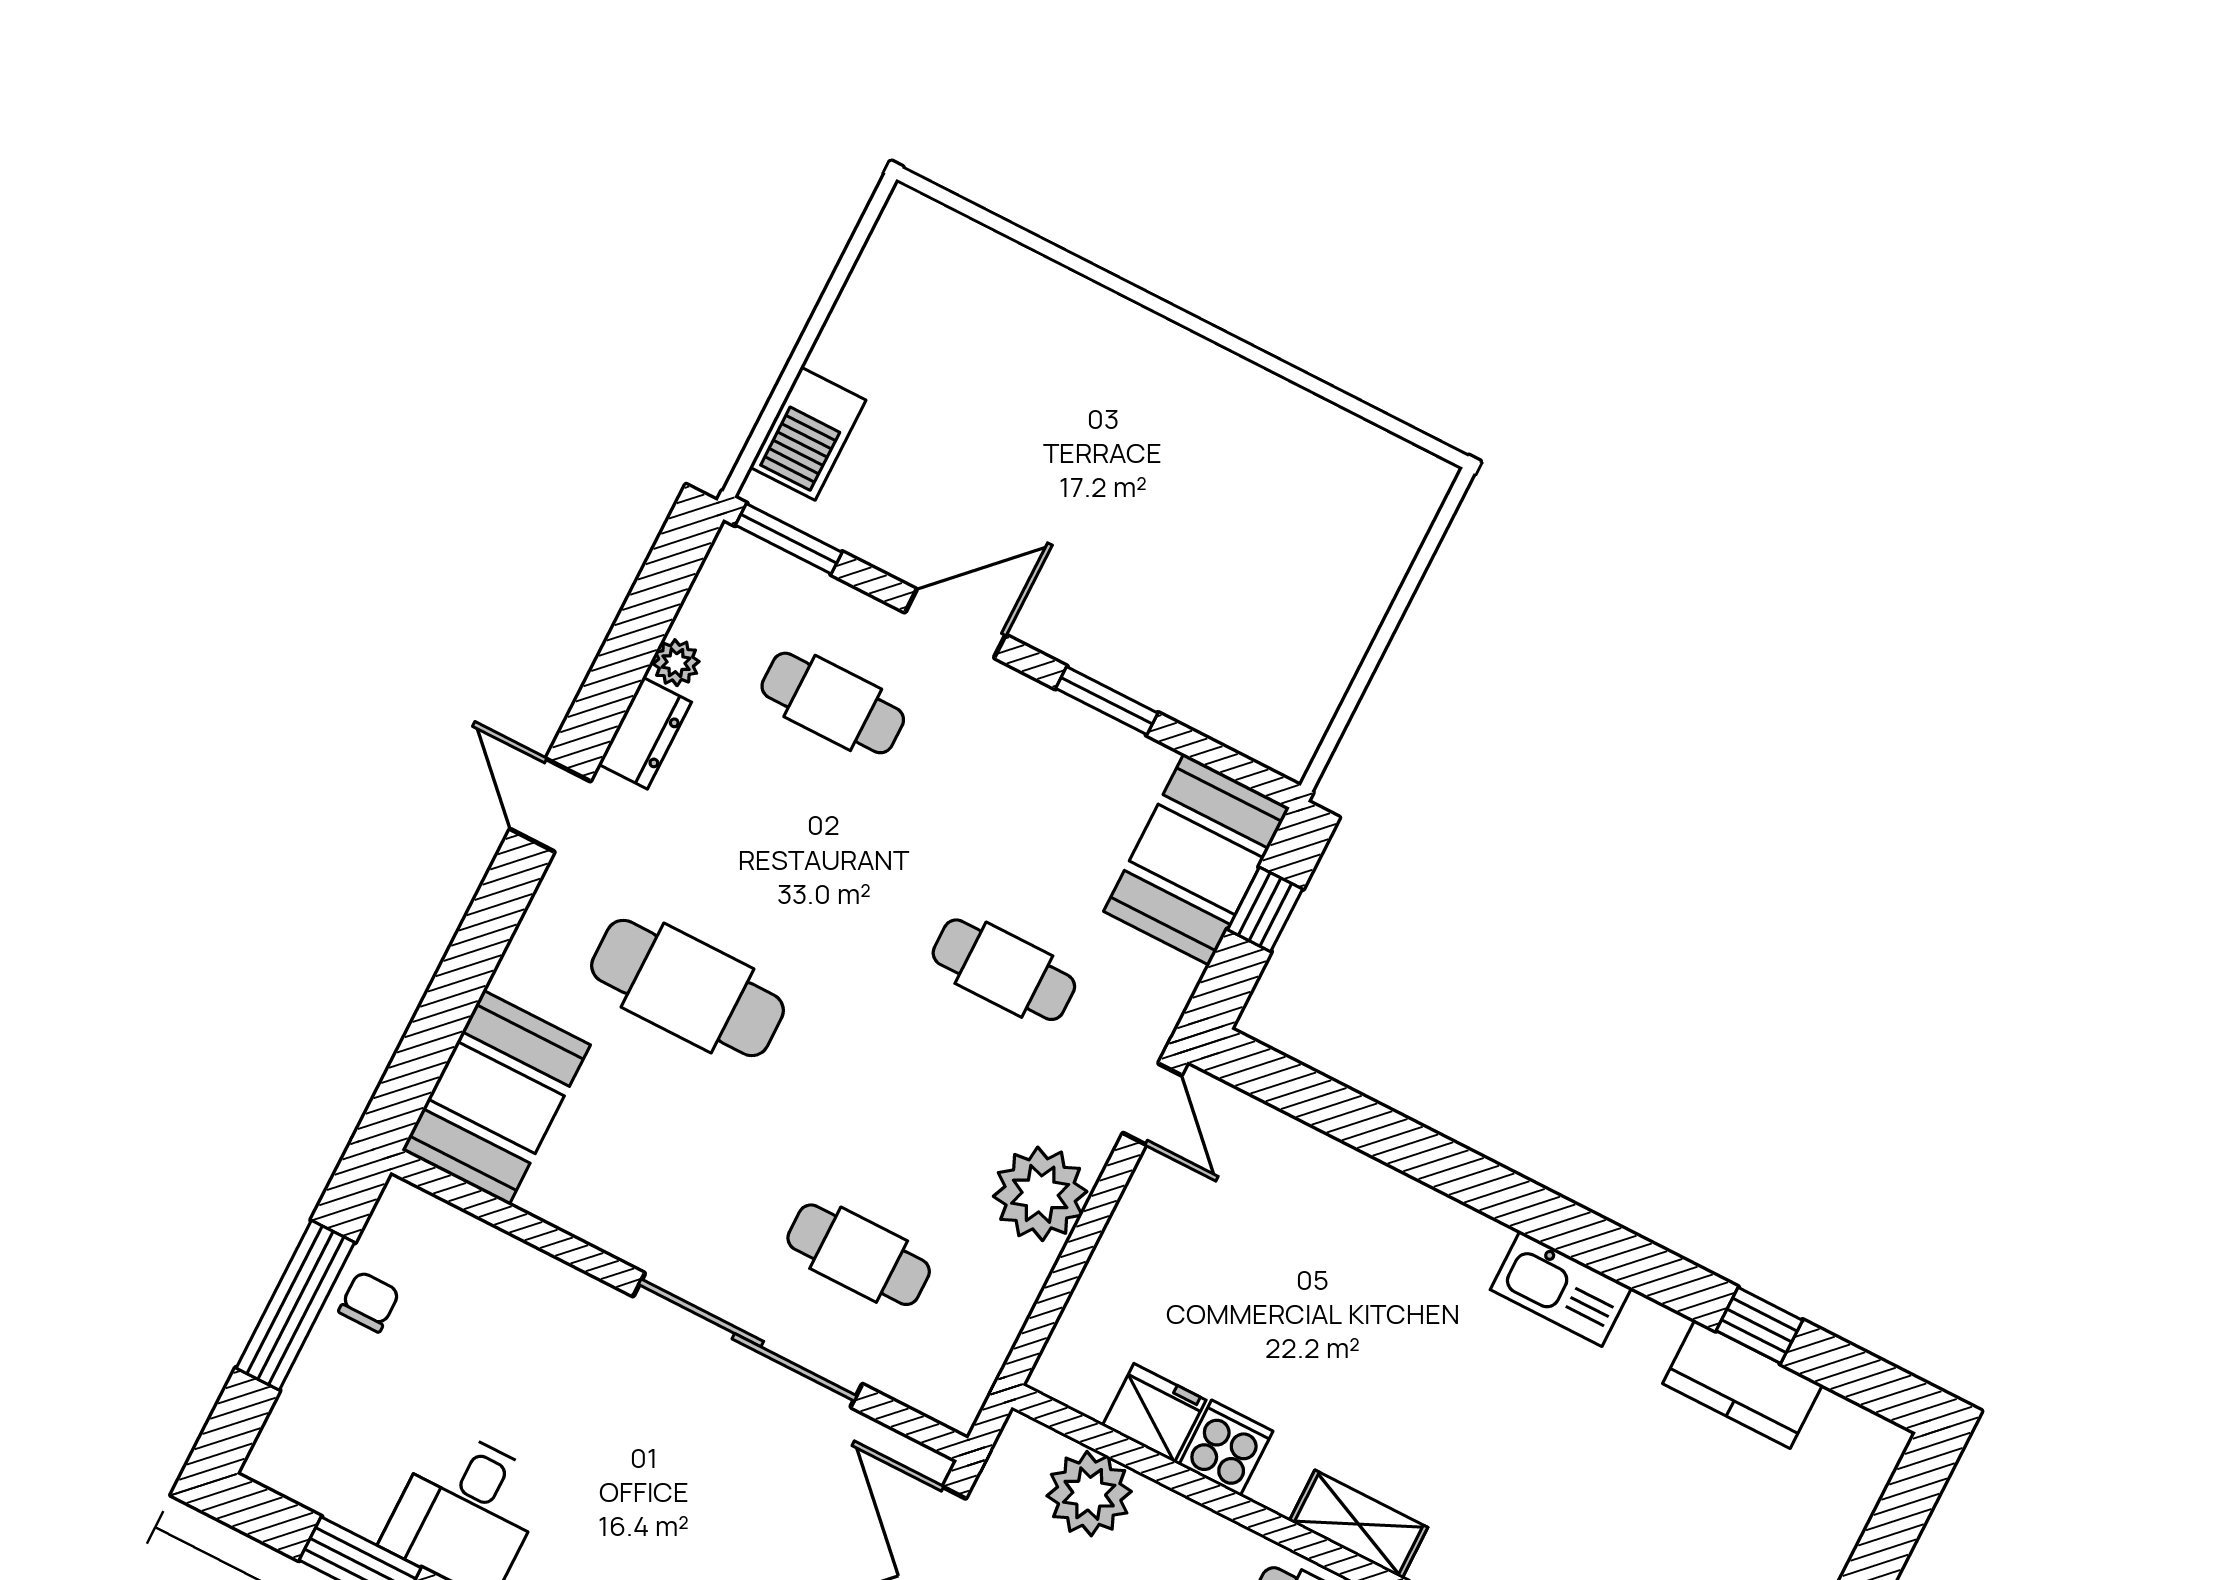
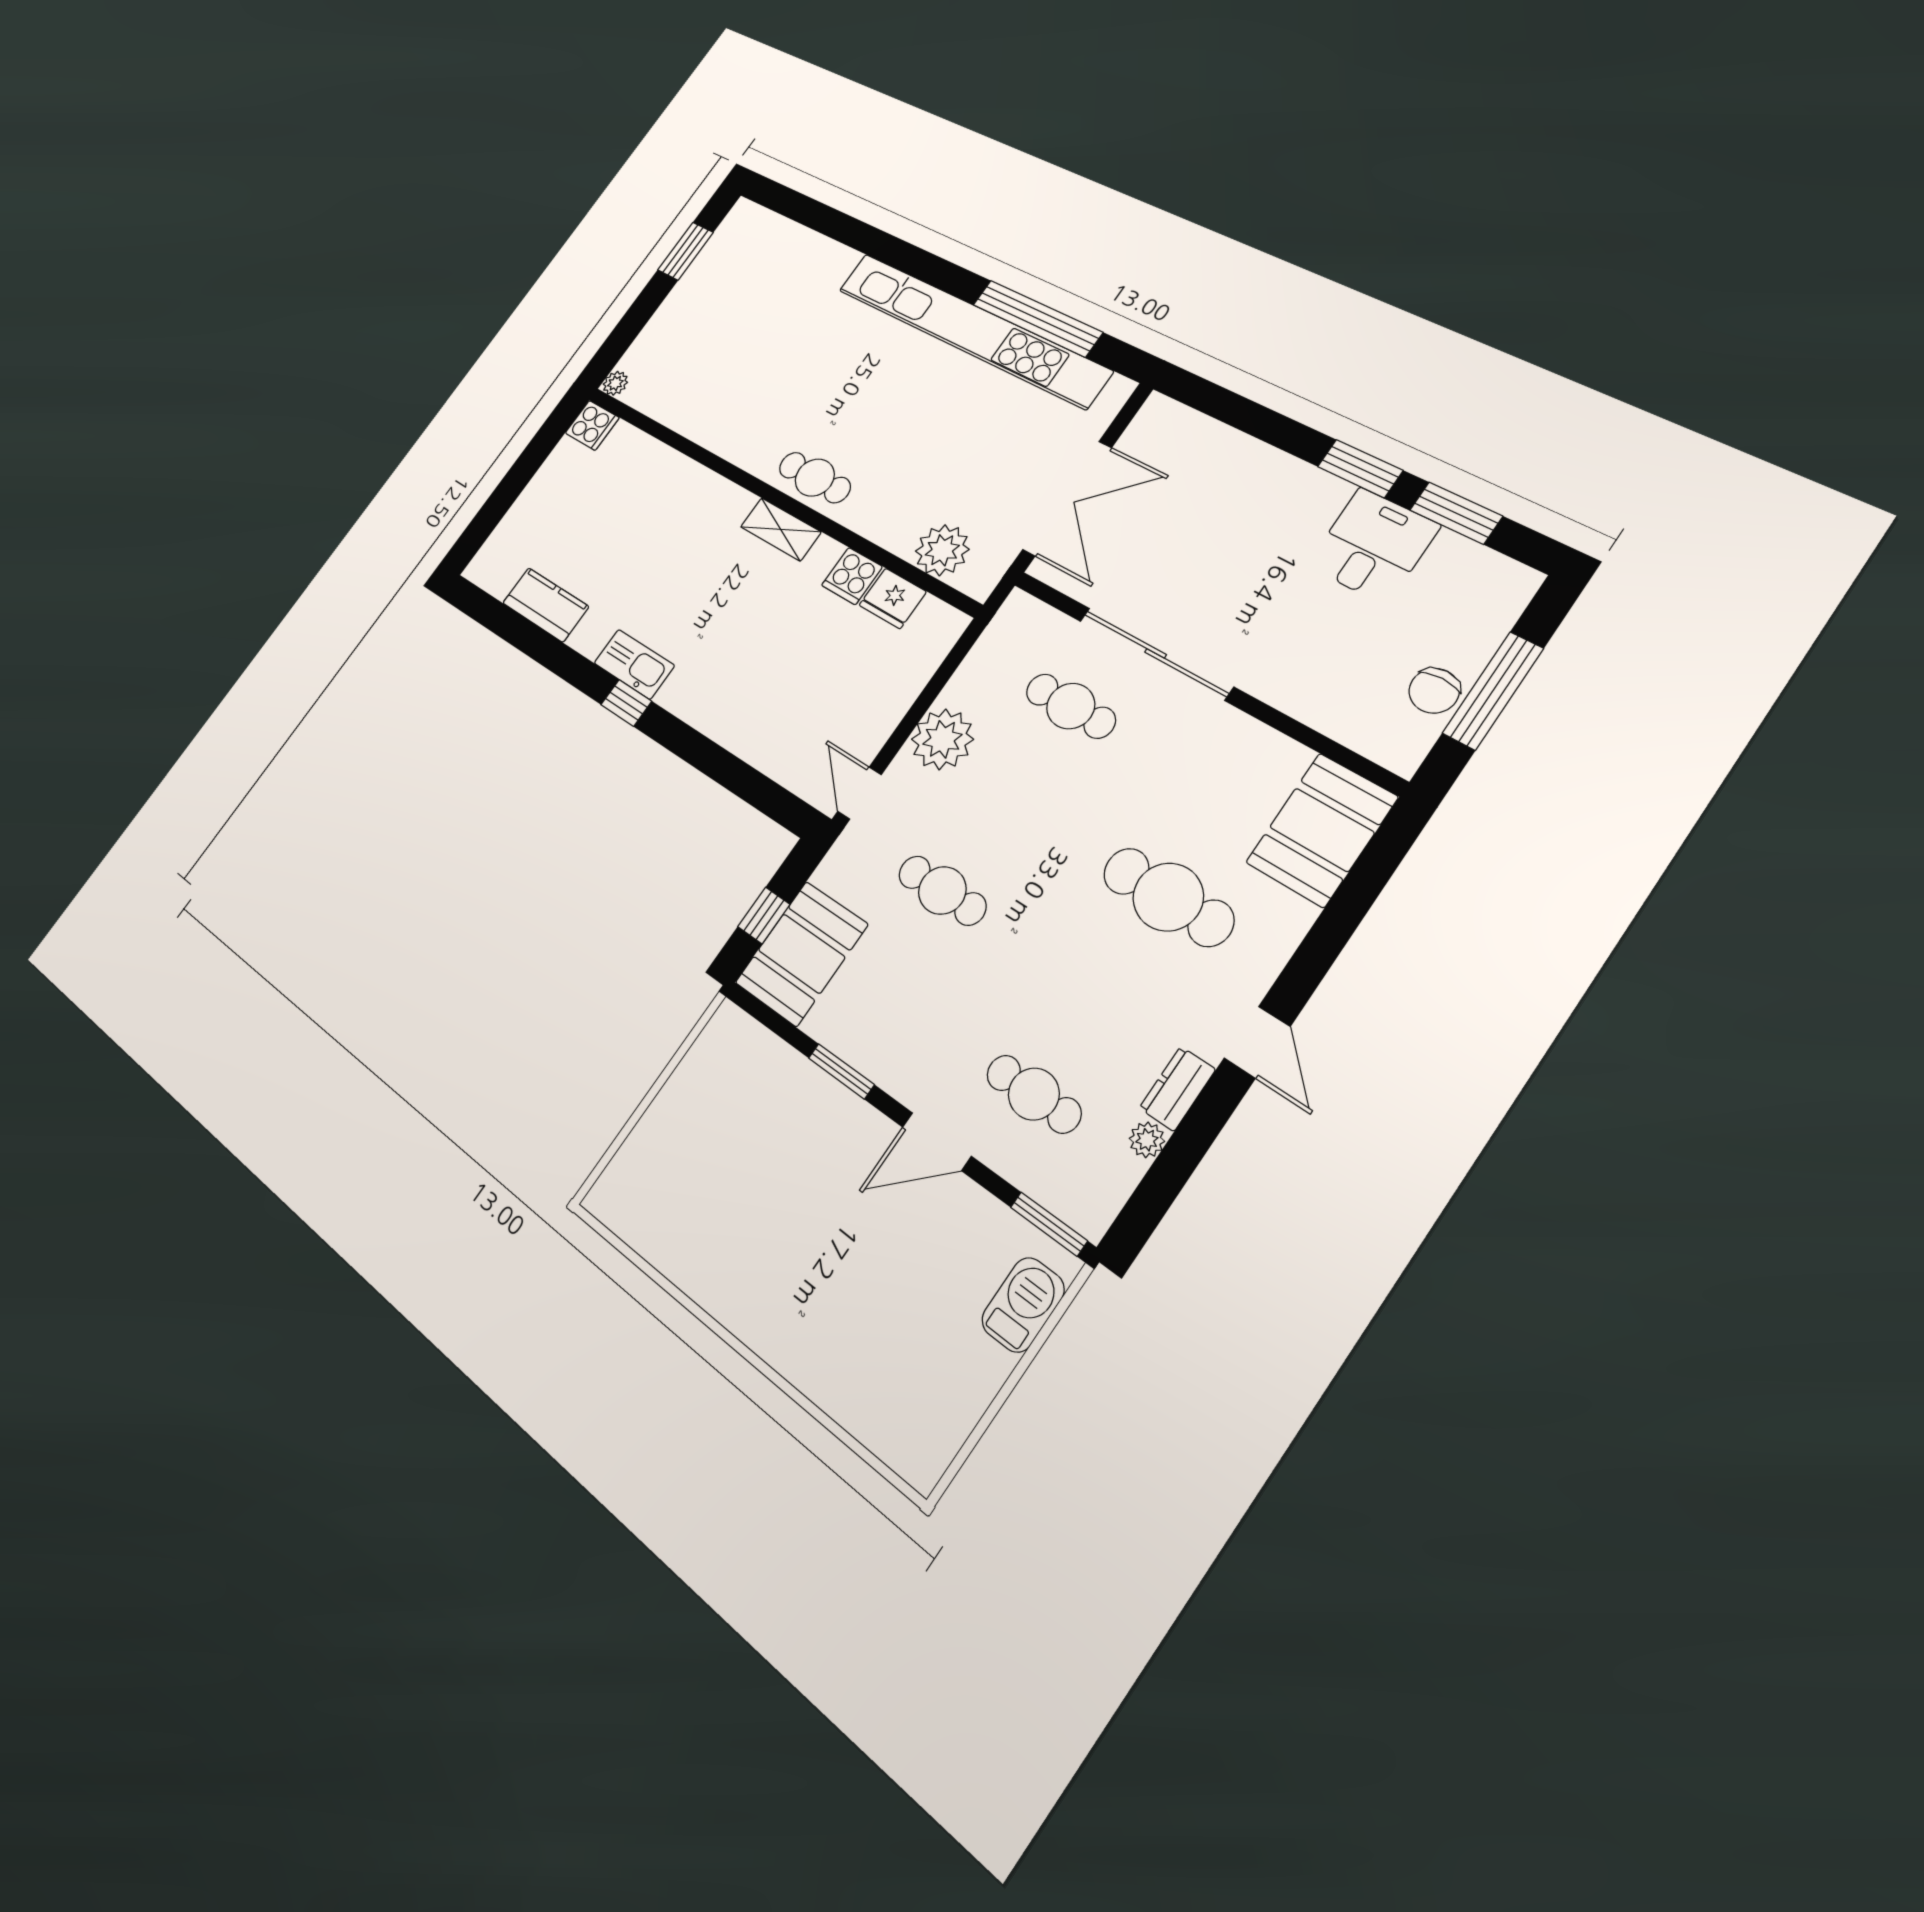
chair: (369, 1302) -> (1434, 691), width x1.37, depth x1.37
window: (1759, 1325) -> (626, 703), moved

